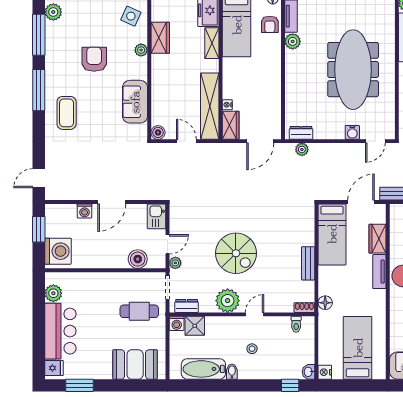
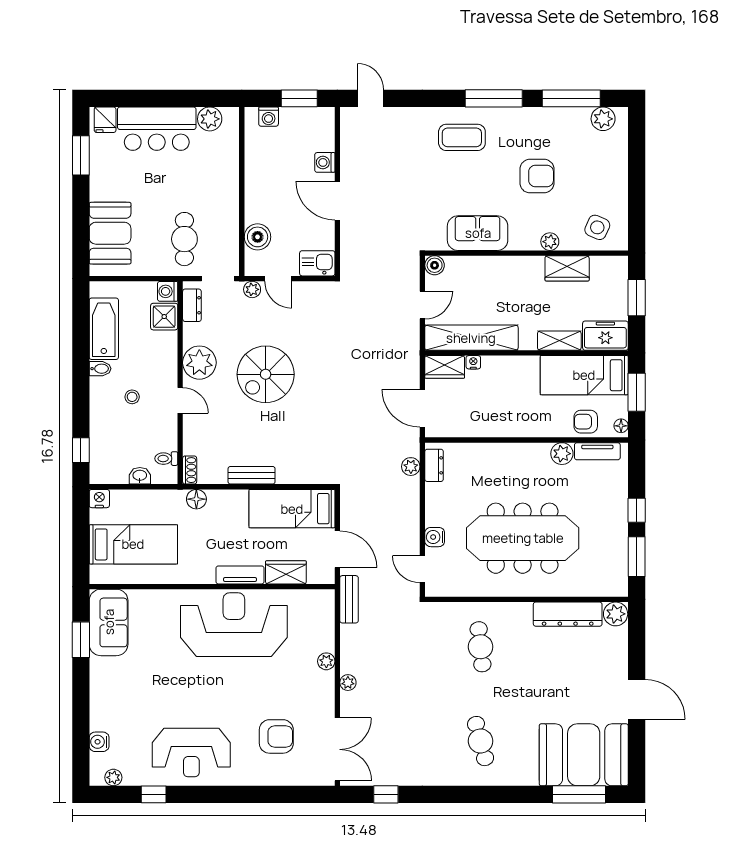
washing machine: (58, 251) -> (269, 117), width x0.53, depth x0.53
washbasin: (308, 372) -> (140, 476), moved

